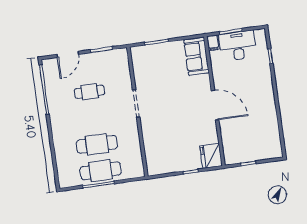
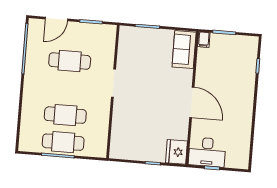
desk: (238, 46) -> (207, 152), moved, turned 180
cafe table: (89, 92) -> (70, 61), width x1.37, depth x1.35

